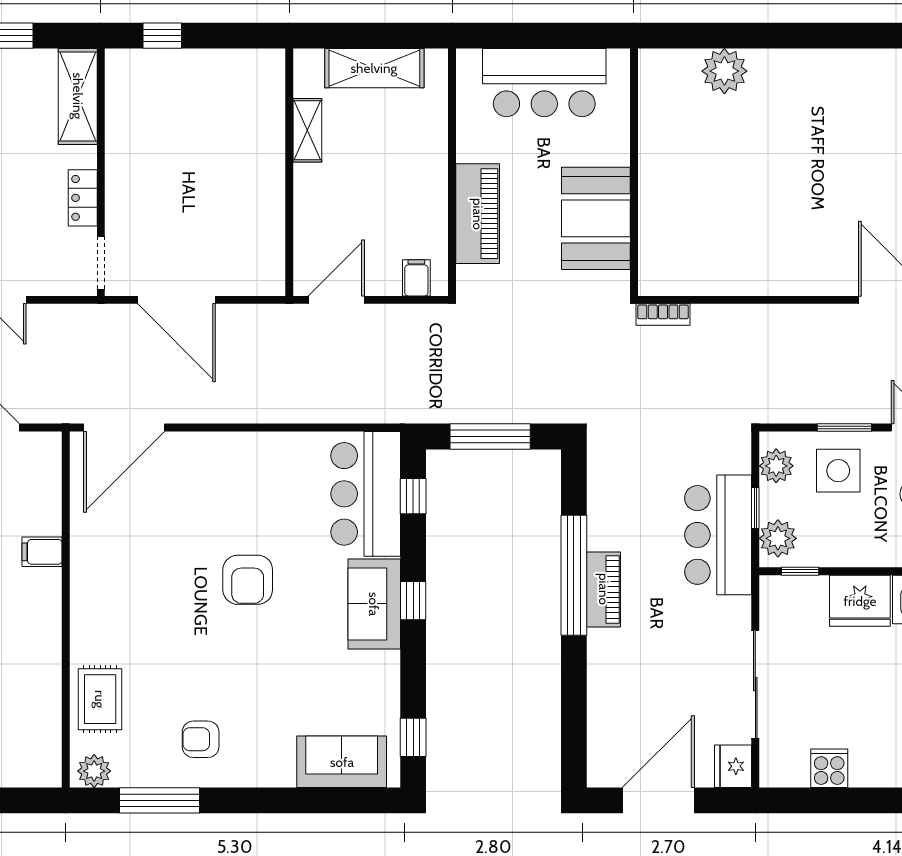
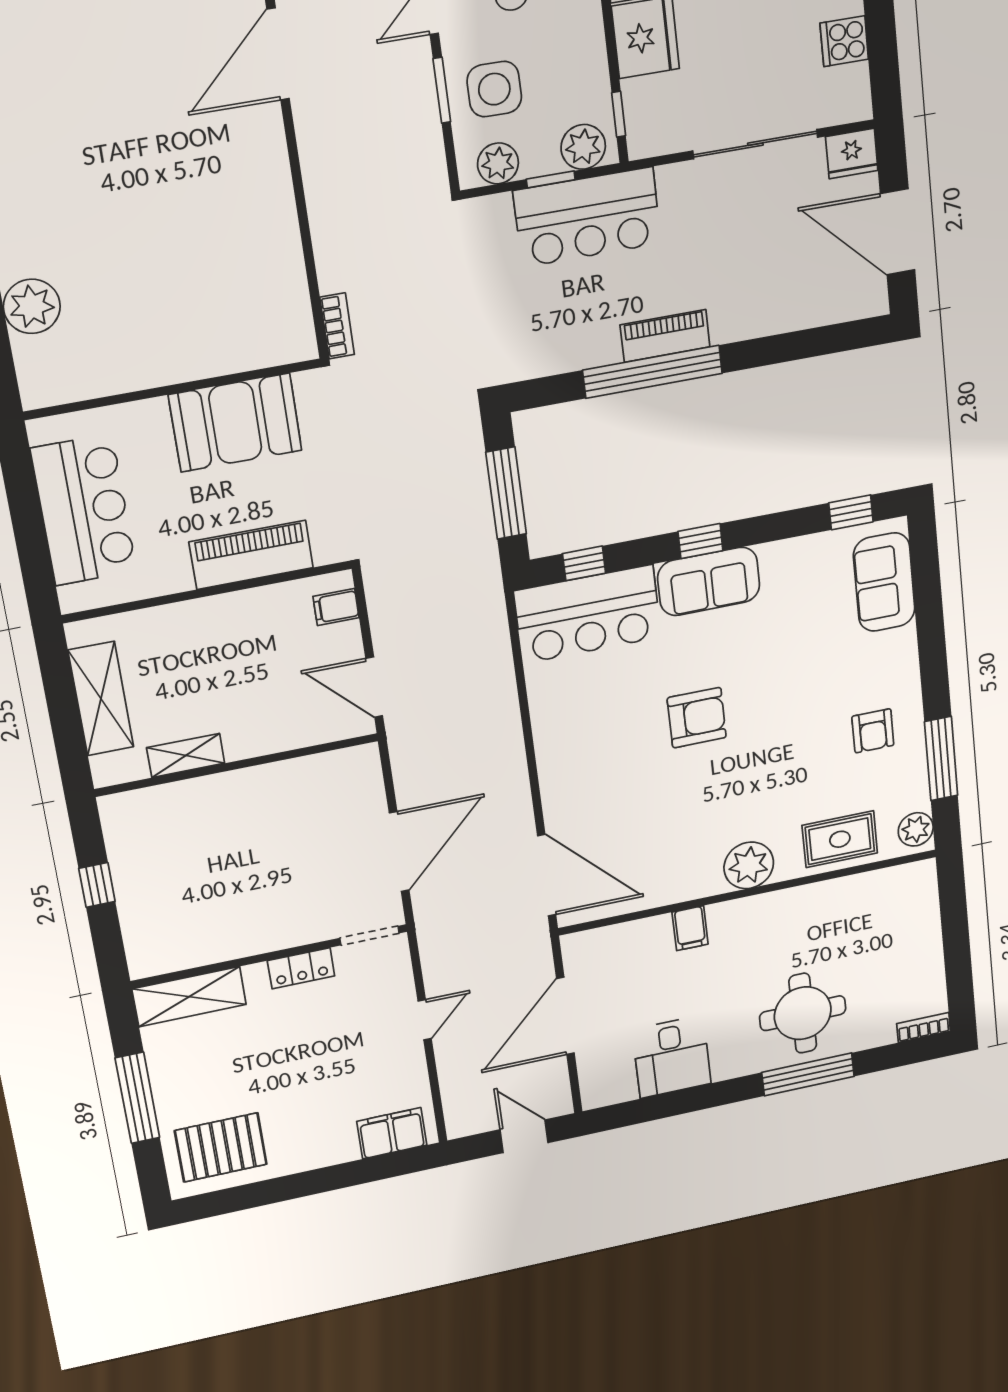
window: (162, 36) -> (97, 885), moved
plant: (93, 612) -> (749, 865), added

